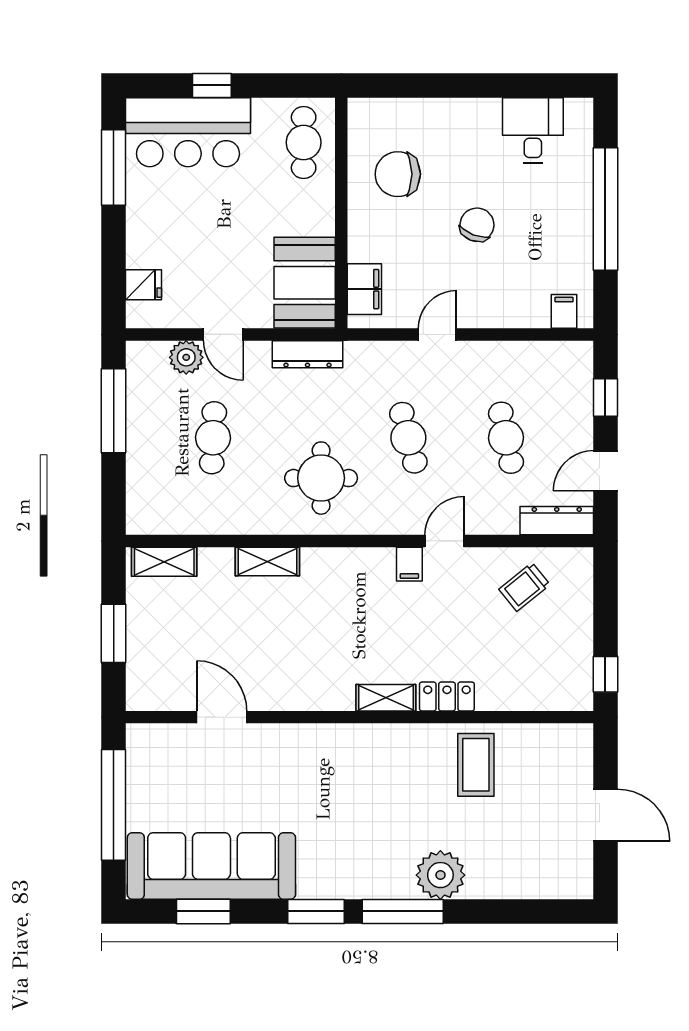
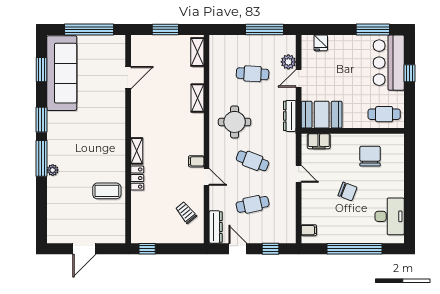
desk: (533, 130) -> (390, 216), width x1.37
cafe table: (408, 438) -> (253, 161), turned 36
plant: (440, 875) -> (53, 170), width x0.53, depth x0.53

